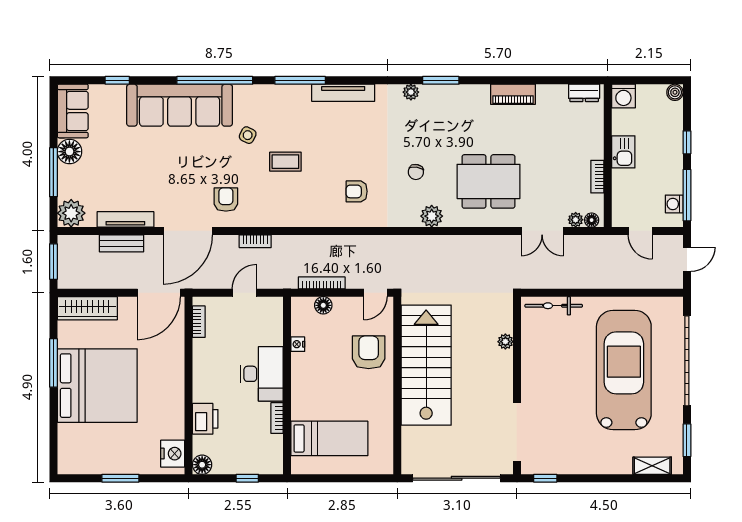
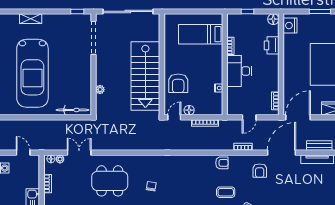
armchair: (357, 191) -> (222, 163), moved
plant: (432, 216) -> (142, 161), removed
floor lamp: (323, 305) -> (189, 110), moved
shelving: (652, 466) -> (31, 19), moved

